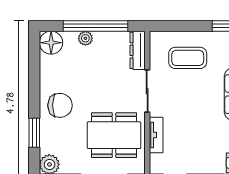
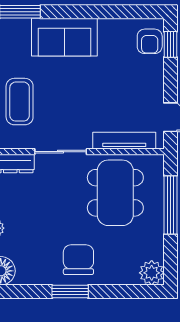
window: (34, 133) -> (70, 292), moved
tv unit: (156, 135) -> (124, 141), width x1.41

